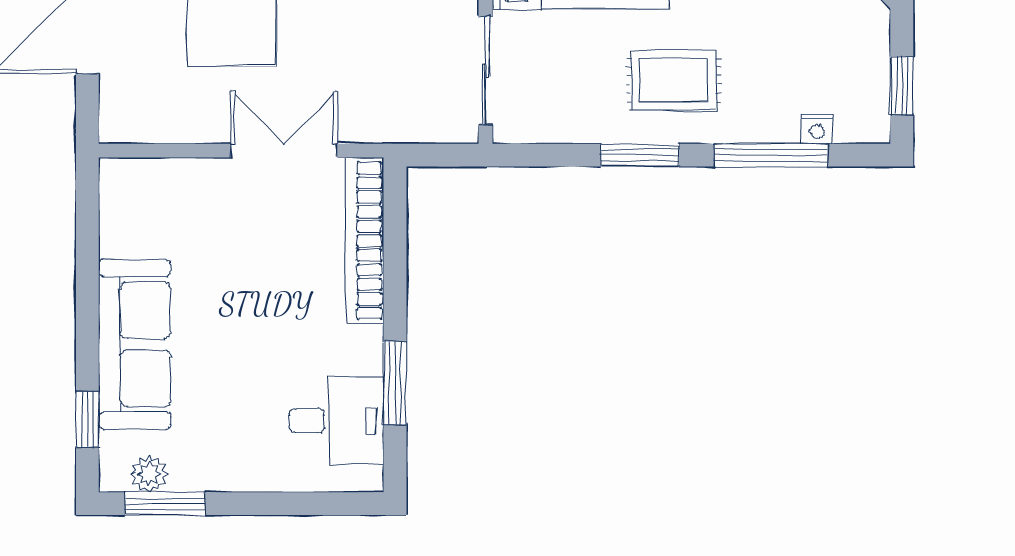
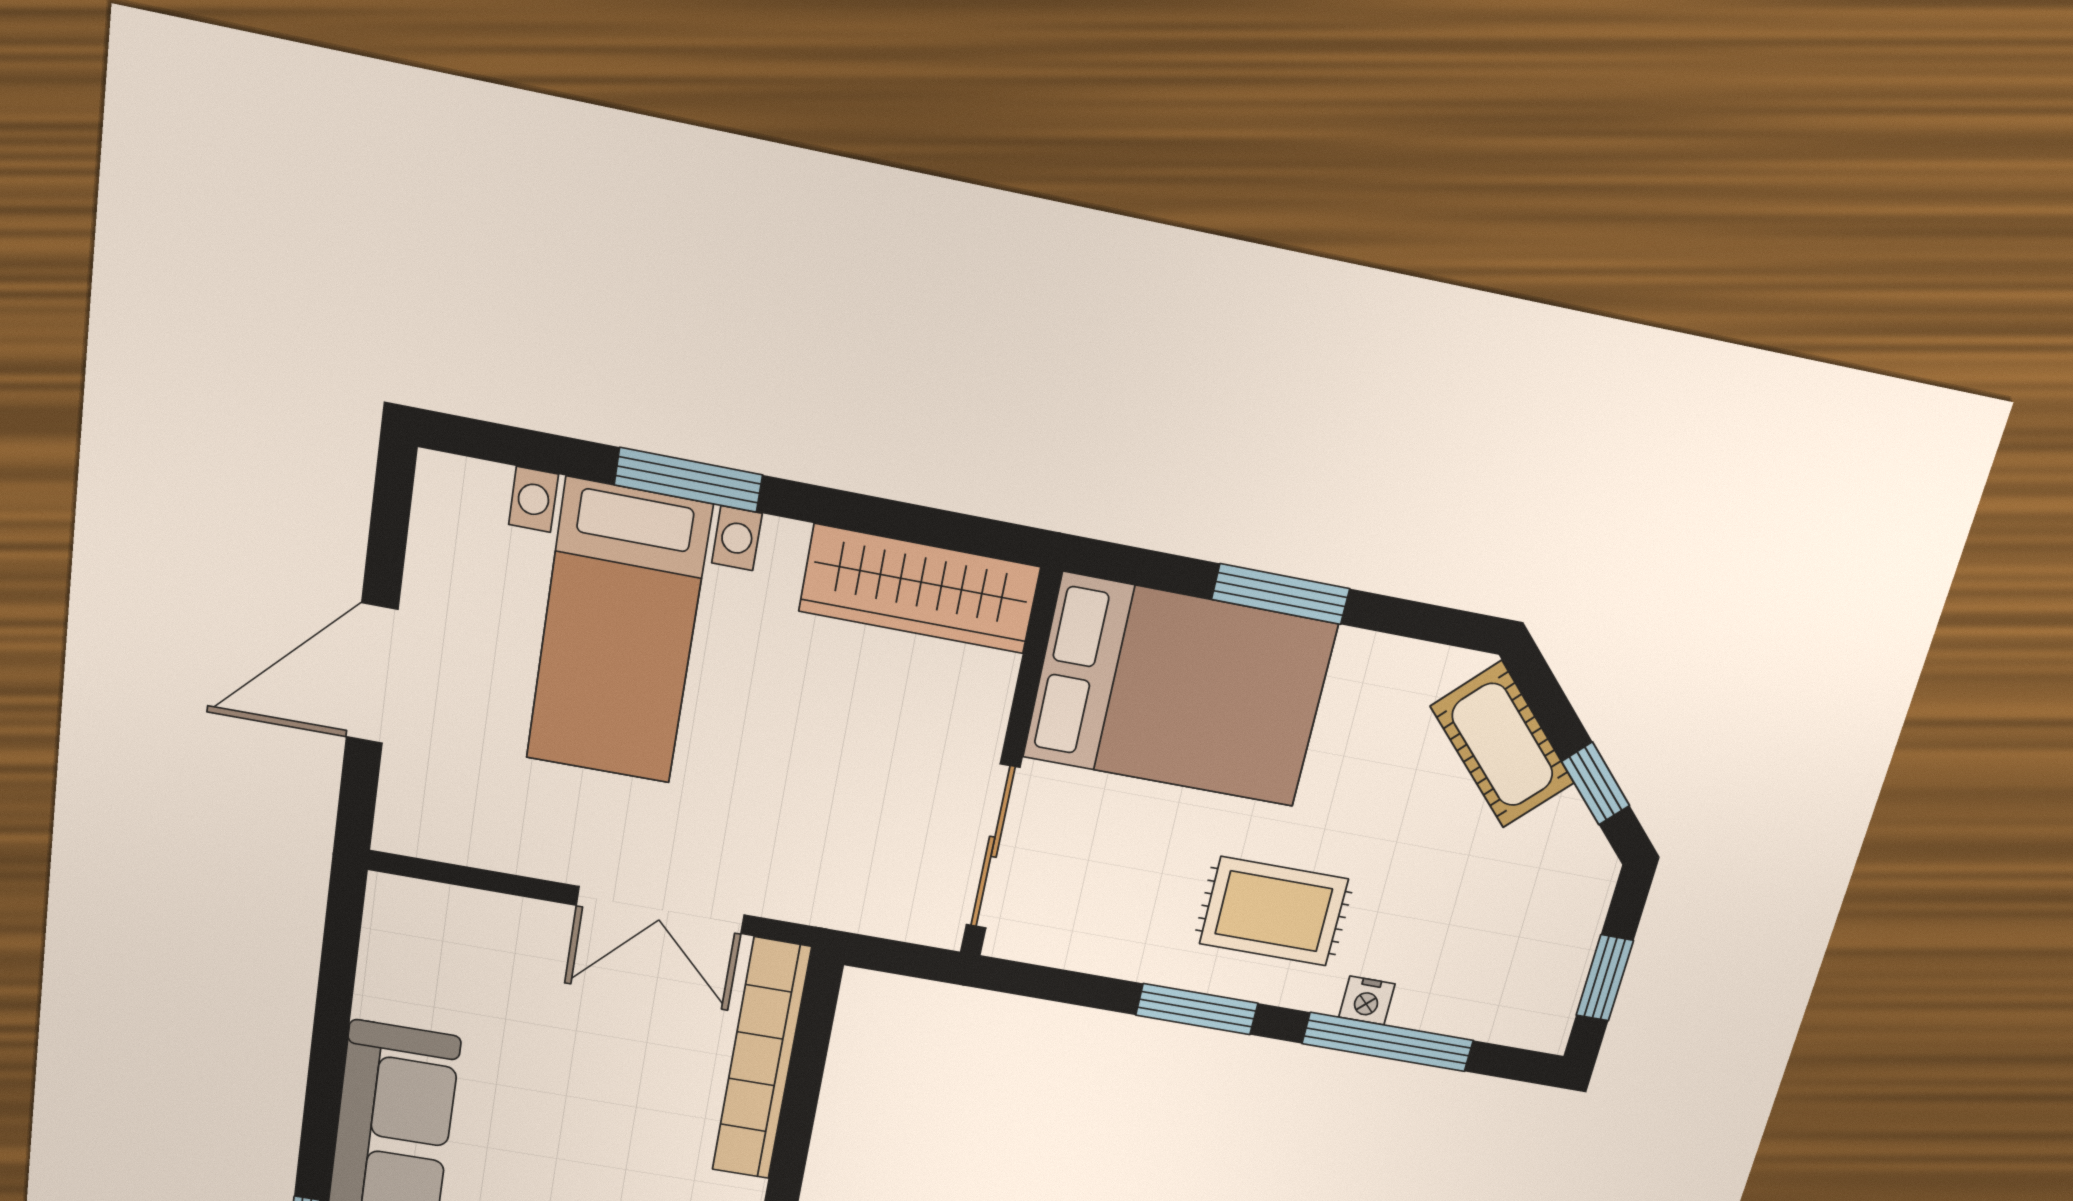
nightstand: (817, 129) -> (1367, 1000), moved
double door: (284, 151) -> (661, 910), swing flipped

